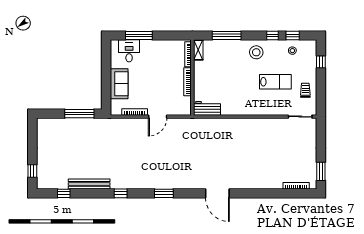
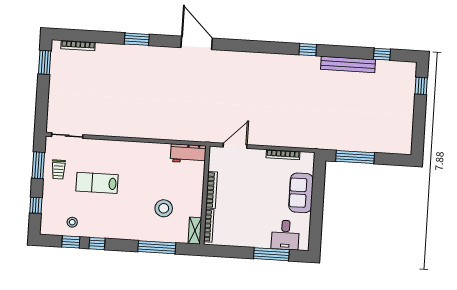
stool: (256, 52) -> (164, 208), moved
window: (321, 93) -> (38, 165), added
door: (158, 117) -> (235, 146), moved
window: (164, 193) -> (137, 39), moved
door: (217, 193) -> (197, 43), moved

